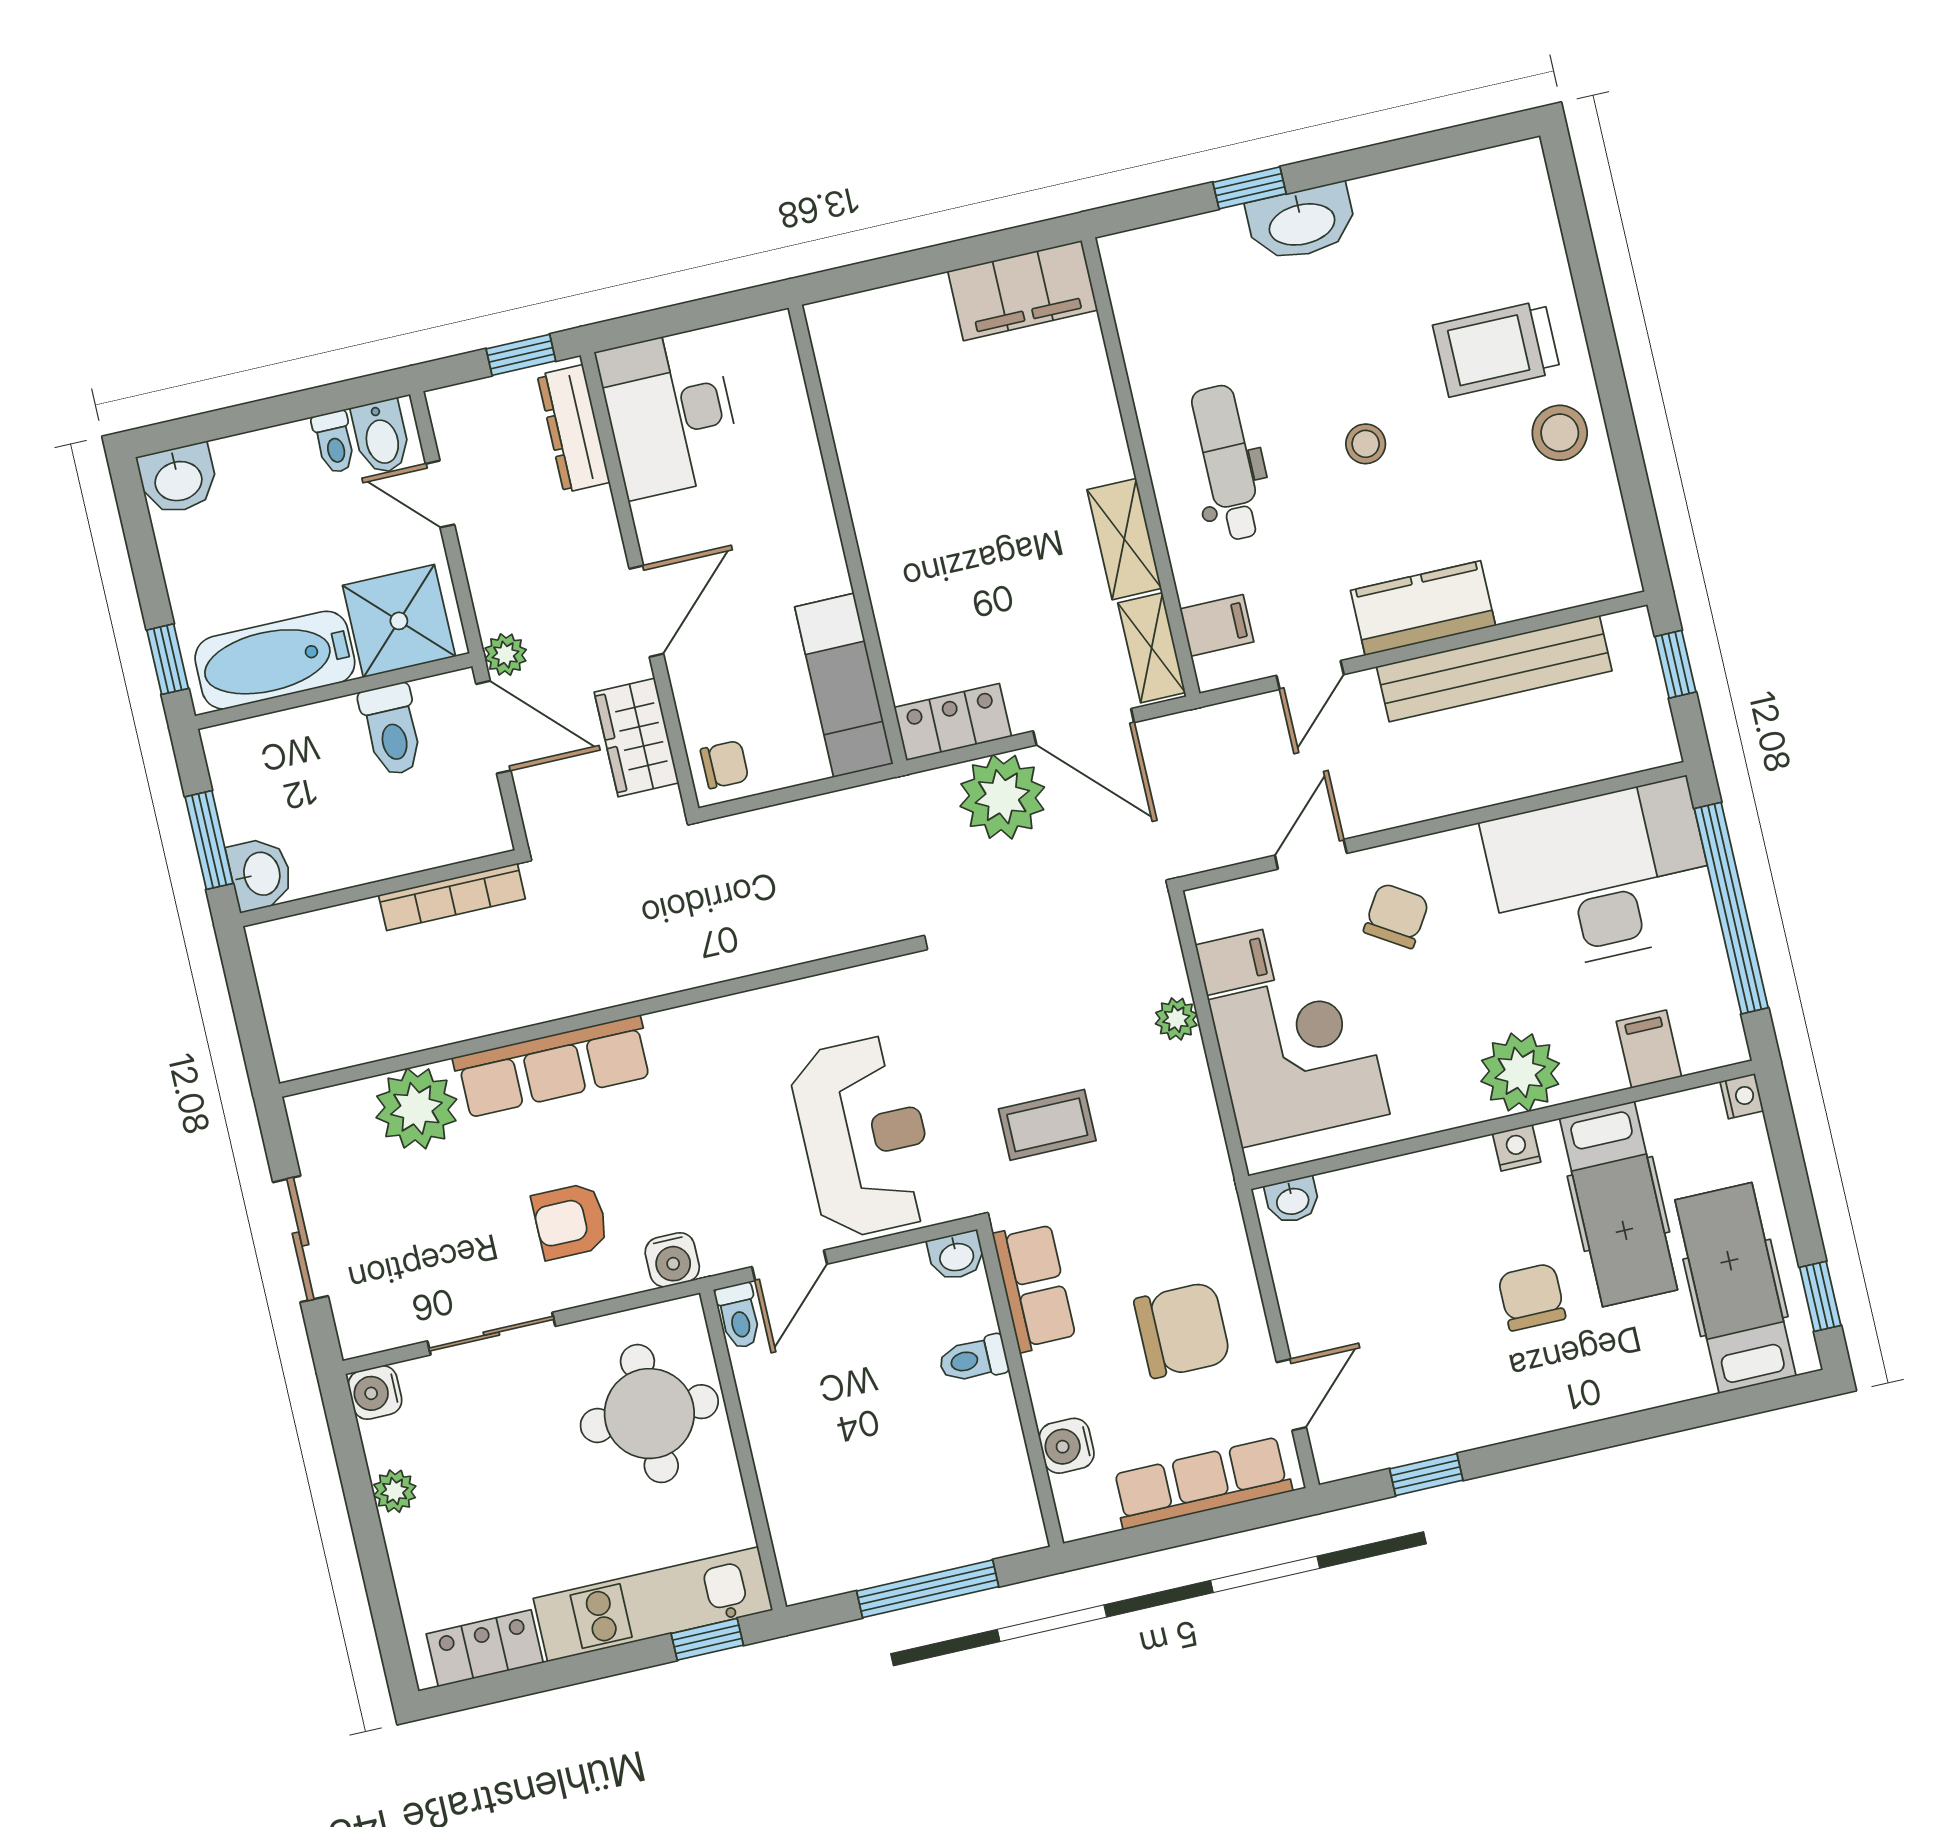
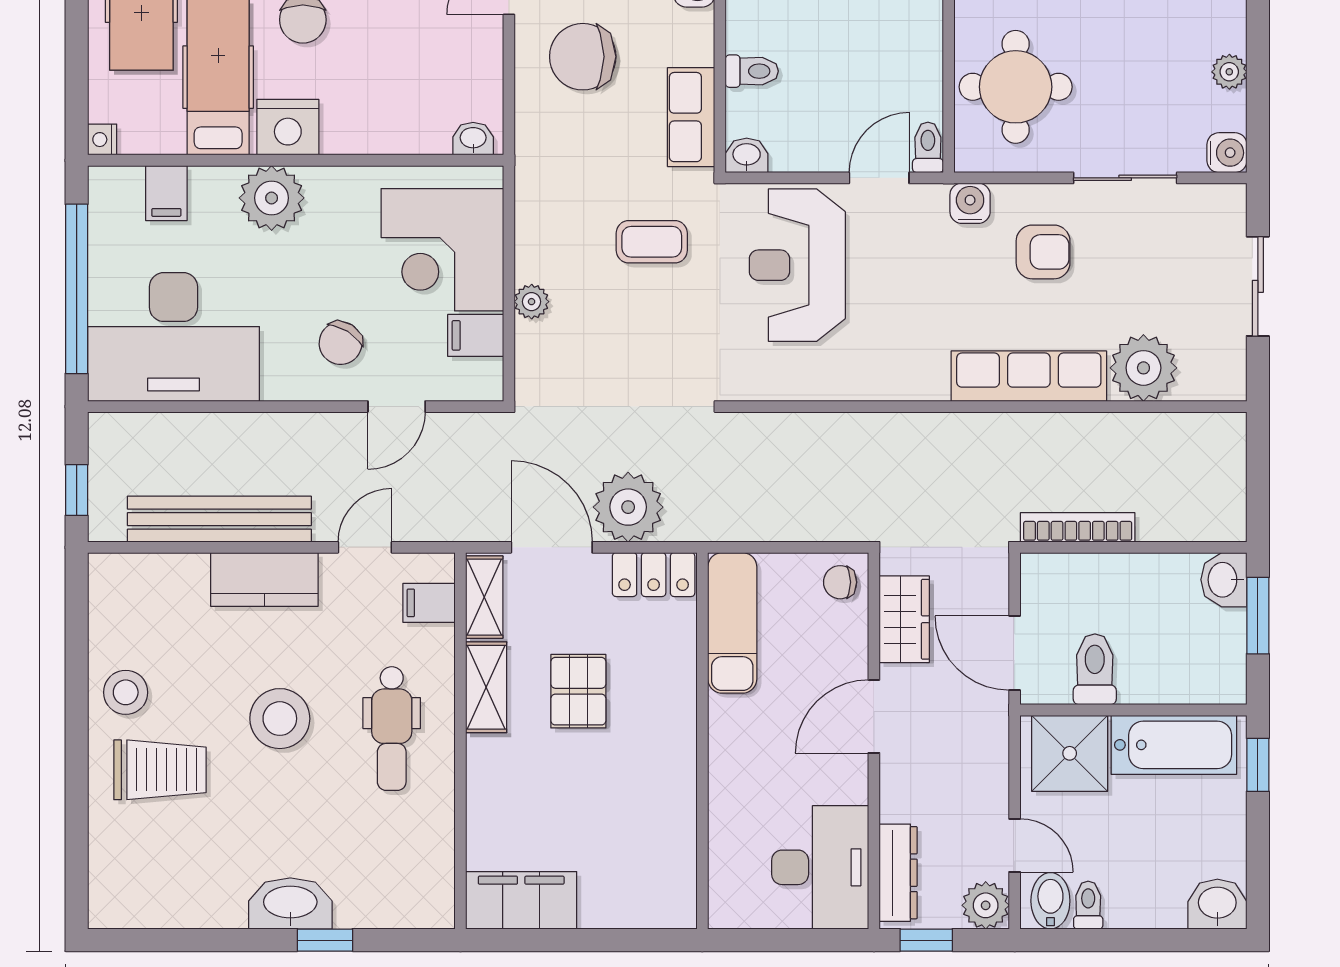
stool: (1366, 444) -> (280, 719), width x1.89, depth x1.89
pallet: (1011, 560) -> (578, 691), added
plant: (505, 655) -> (986, 905), moved, width x1.38, depth x1.38
nightstand: (1517, 1148) -> (288, 127), width x1.89, depth x1.79

